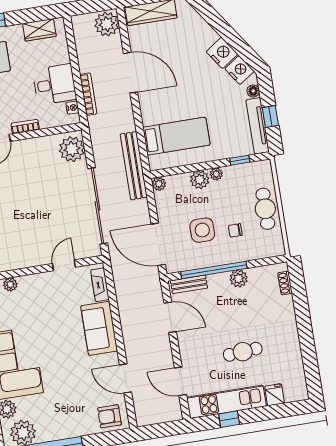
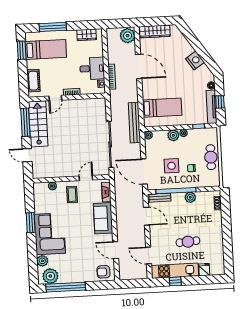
nightstand: (239, 70) -> (204, 72), removed
plant: (72, 149) -> (98, 109), removed
coffee table: (44, 295) -> (72, 195), added

